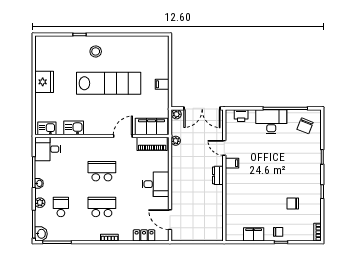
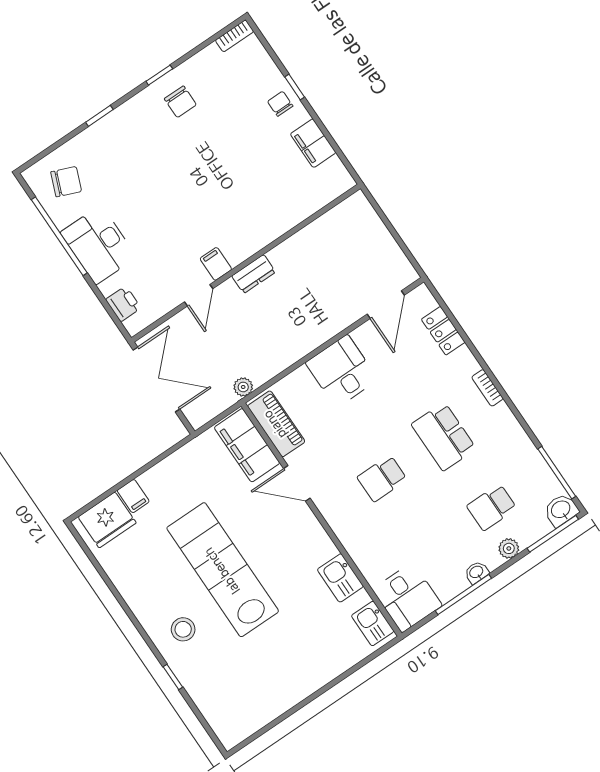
fridge: (44, 82) -> (107, 520), moved, turned 180
filing cabinet: (162, 84) -> (133, 496), moved
plant: (176, 114) -> (197, 417), removed
school desk: (102, 171) -> (382, 478), width x0.54
chair: (293, 203) -> (180, 102), moved

